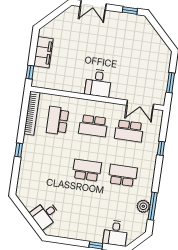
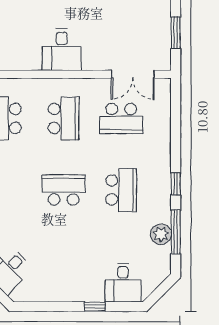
school desk: (93, 126) -> (64, 118), turned -90
window: (161, 148) -> (176, 184), moved
school desk: (123, 175) -> (121, 190), turned 90

